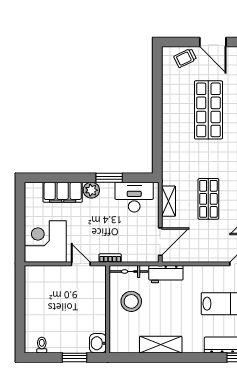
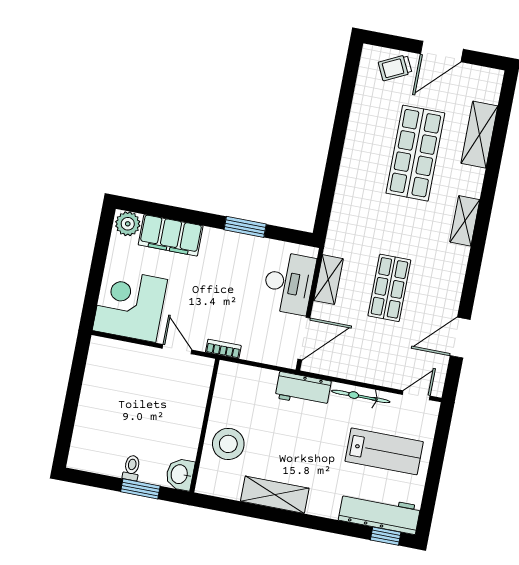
door: (213, 42) -> (442, 51), hinge flipped
plant: (91, 190) -> (128, 224), moved
desk: (134, 197) -> (289, 283), moved, turned 90
bicycle: (128, 271) -> (361, 396), moved
stool: (131, 301) -> (228, 444), moved
toilet: (42, 345) -> (132, 468), moved

